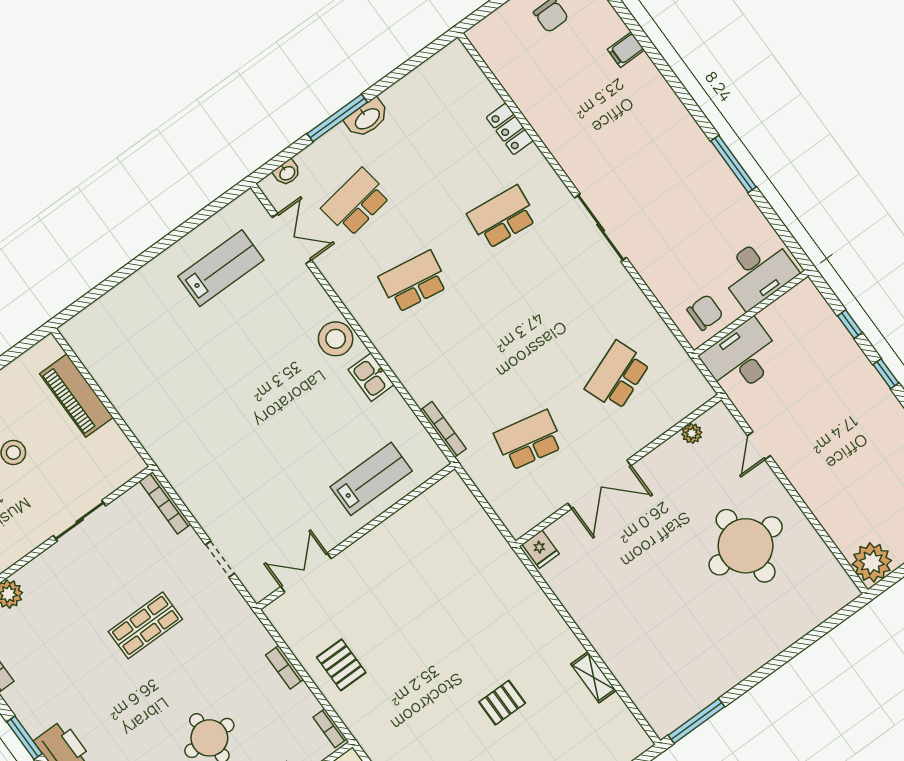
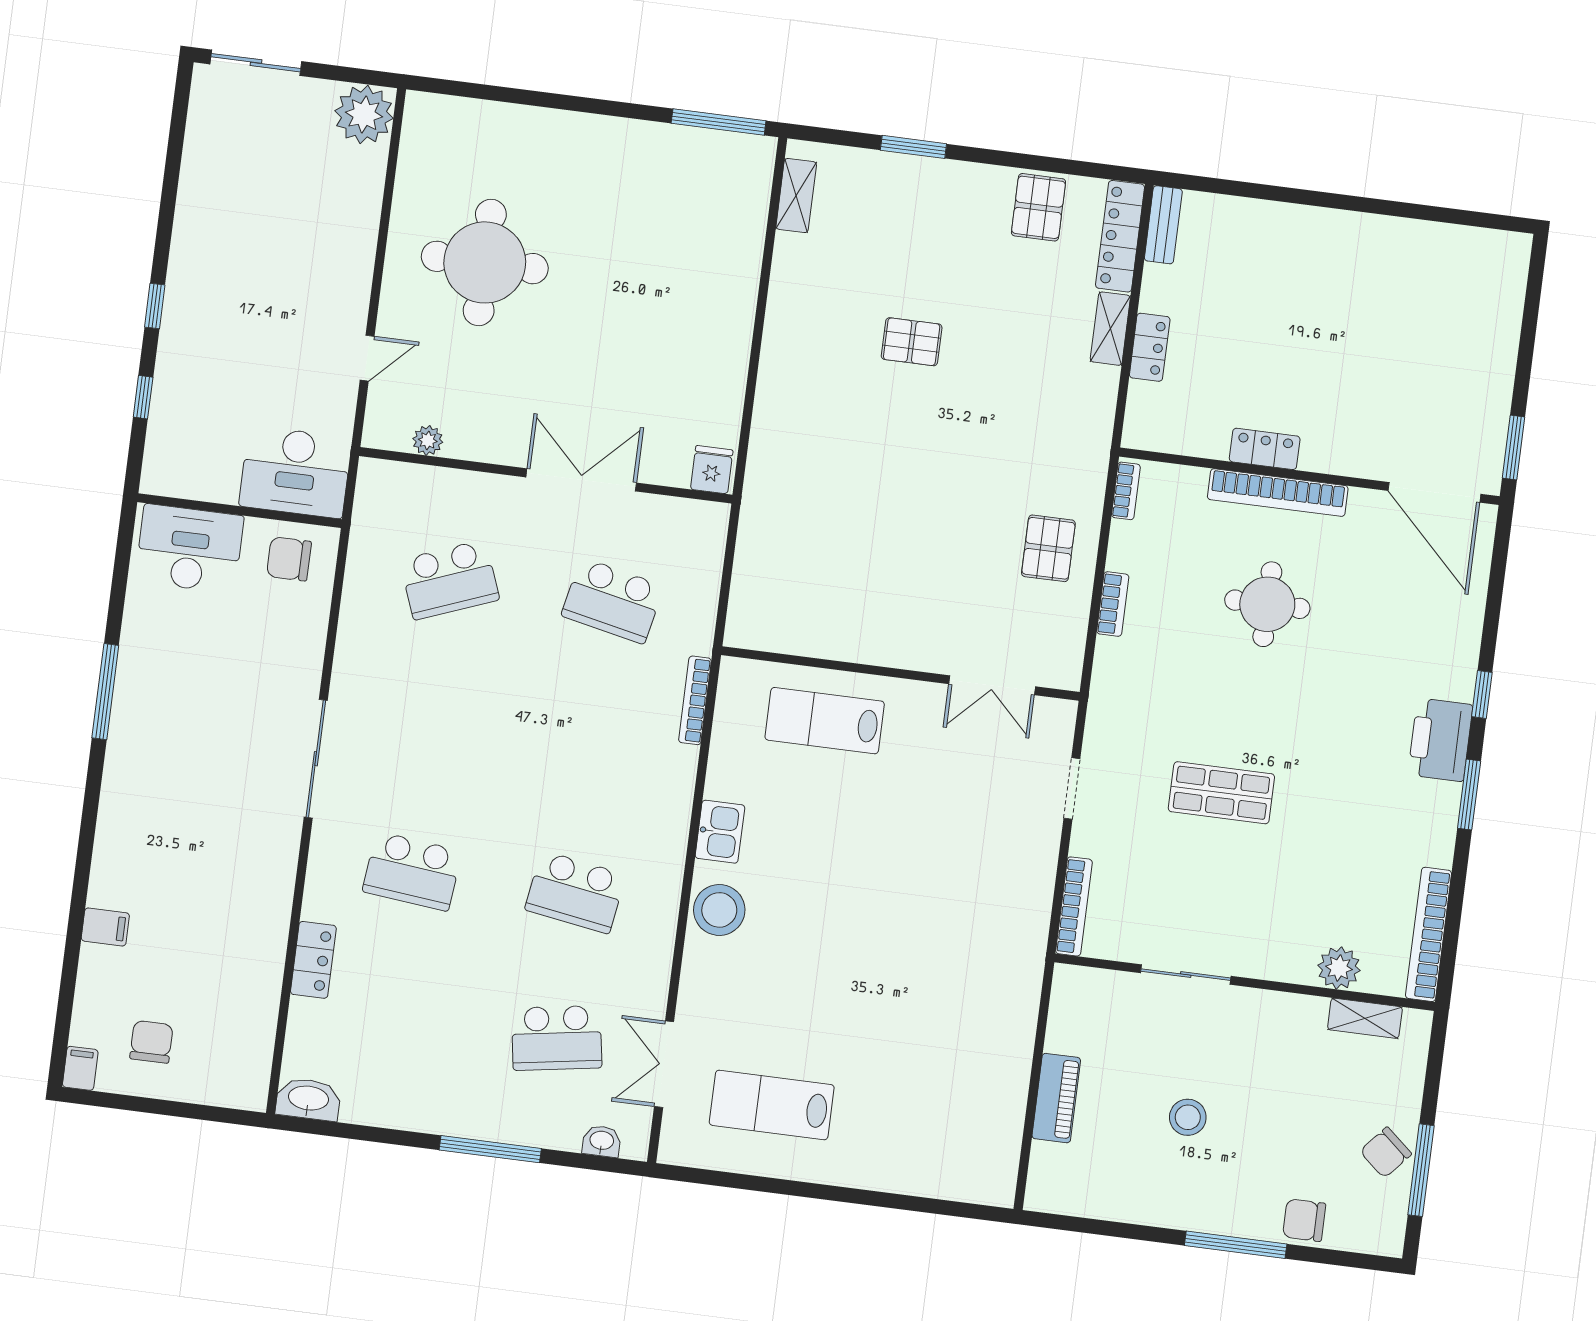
washbasin: (367, 118) -> (308, 1099), moved
piano: (76, 396) -> (1056, 1098), width x0.73, depth x0.75
shelving: (593, 677) -> (796, 196), moved

